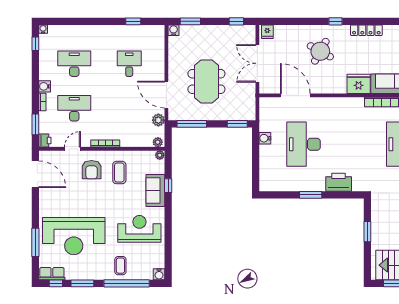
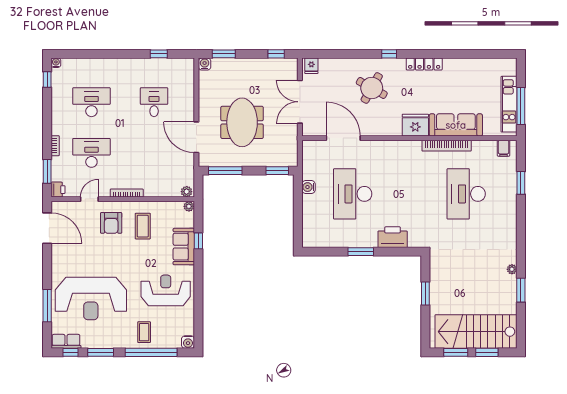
water cooler: (45, 86) -> (58, 128), removed
plant: (158, 120) -> (187, 166), removed

